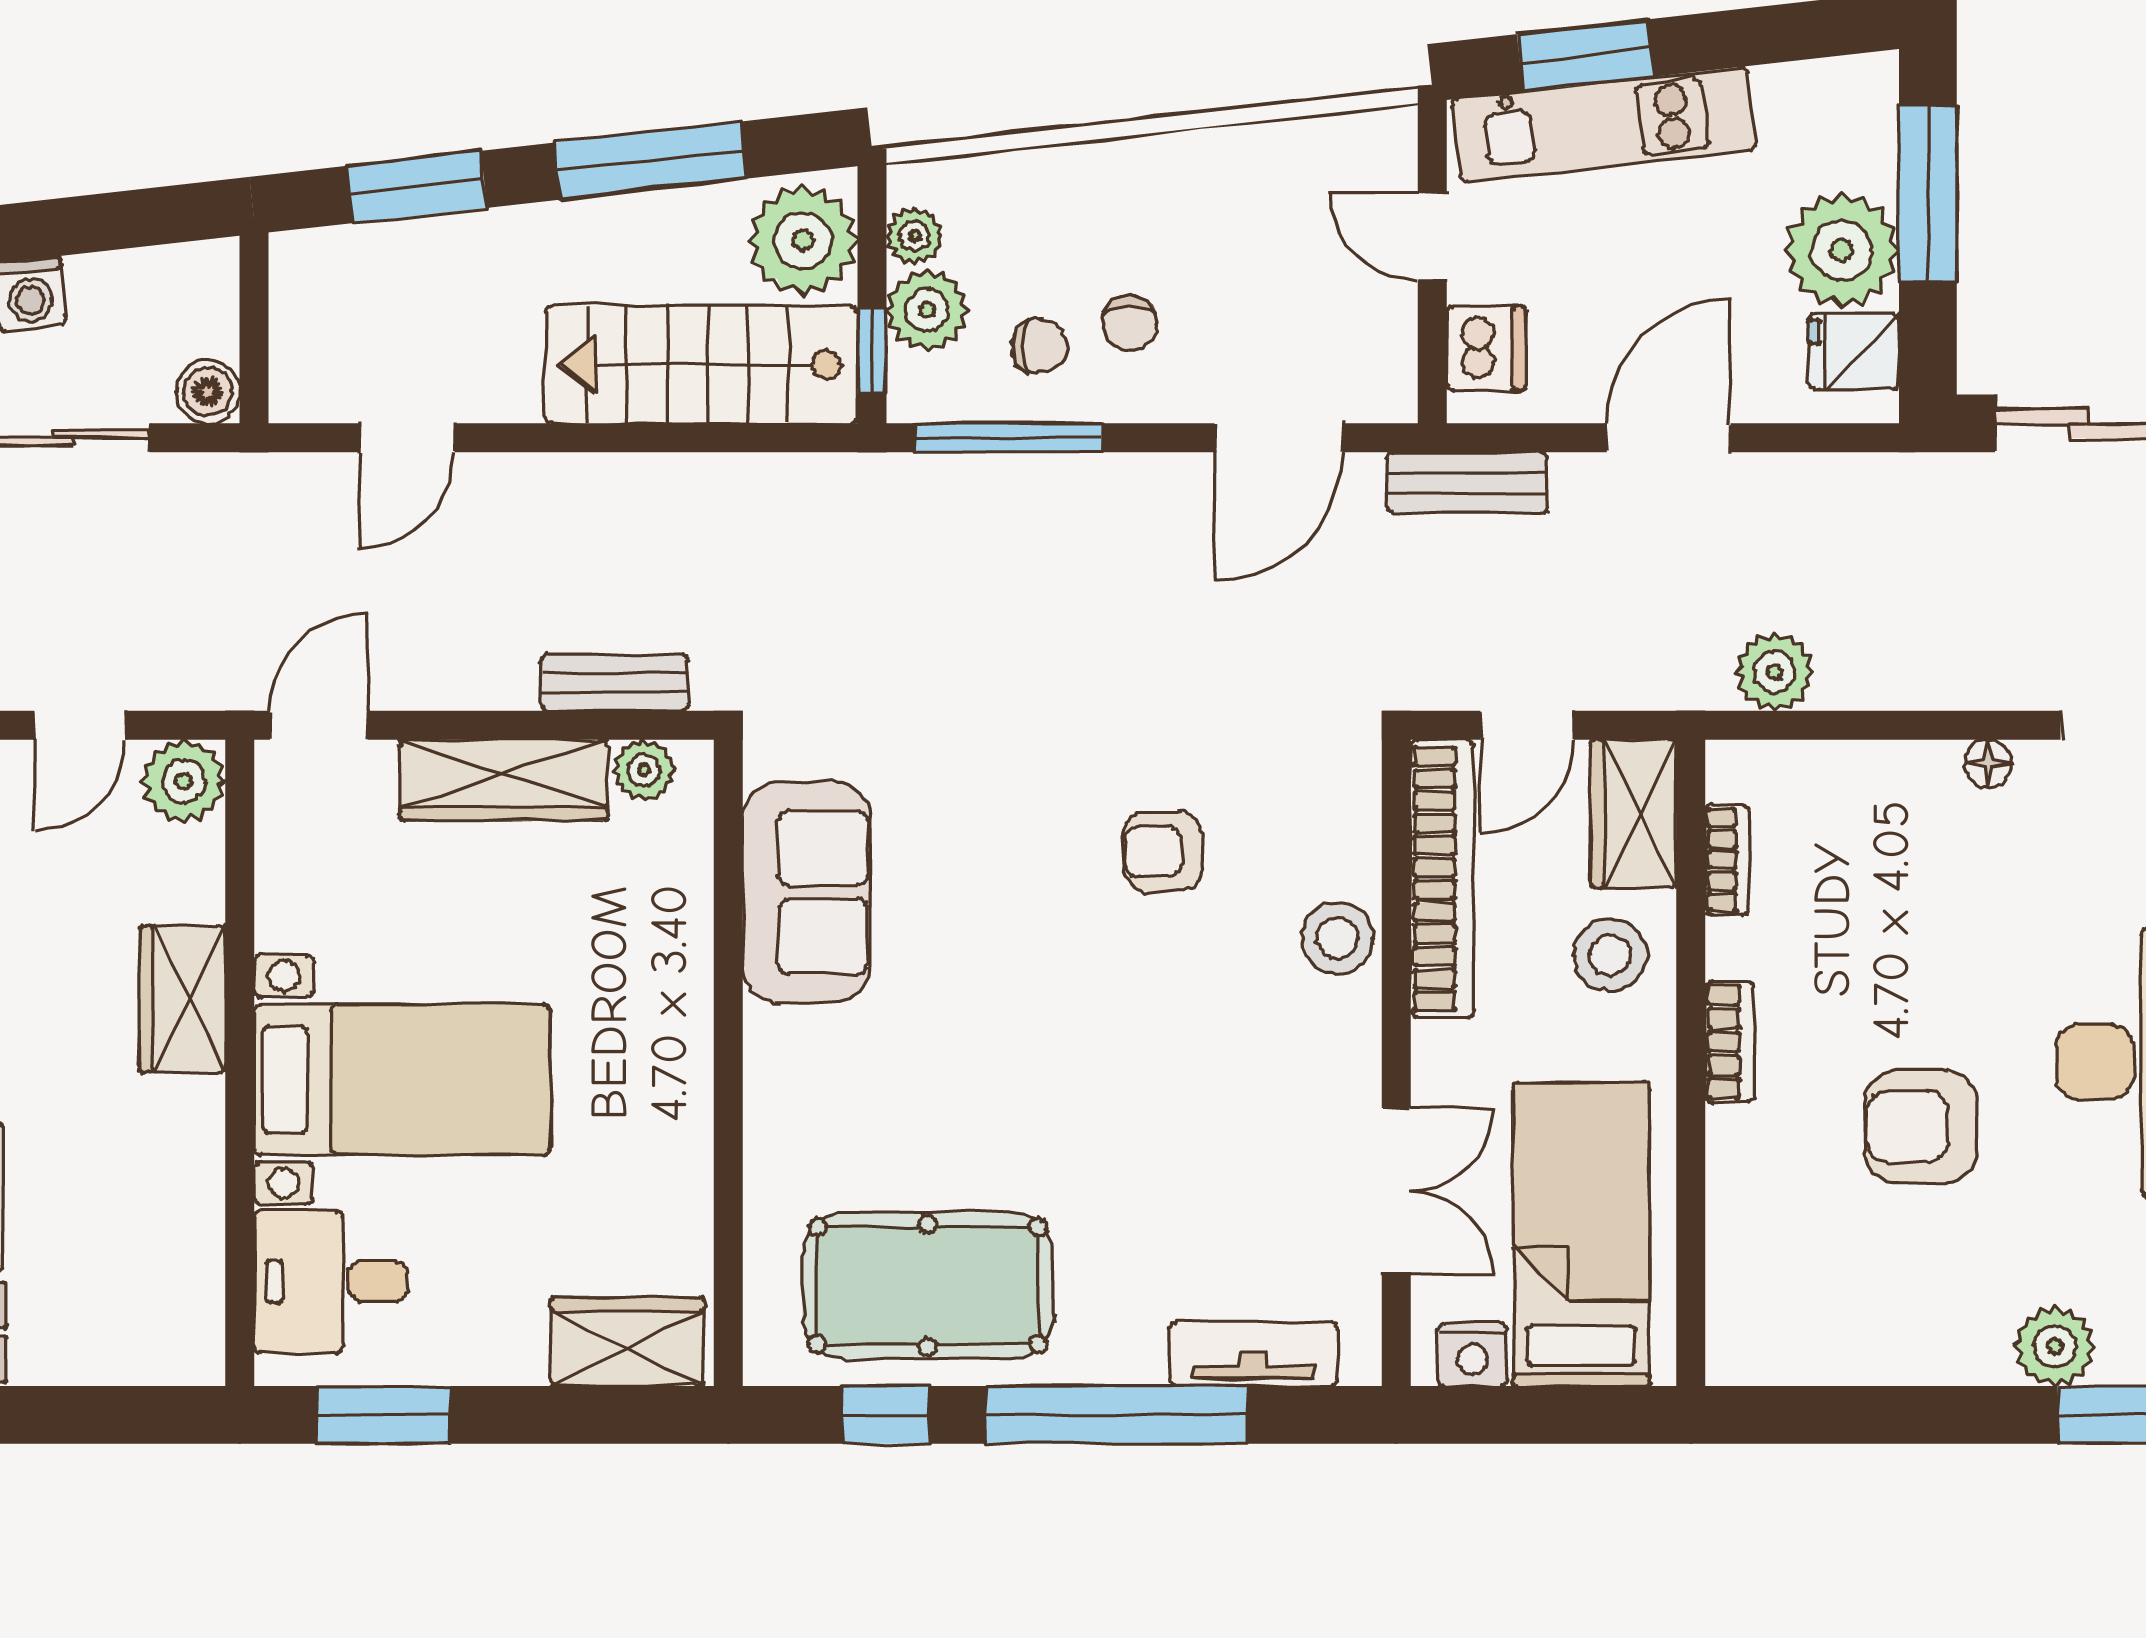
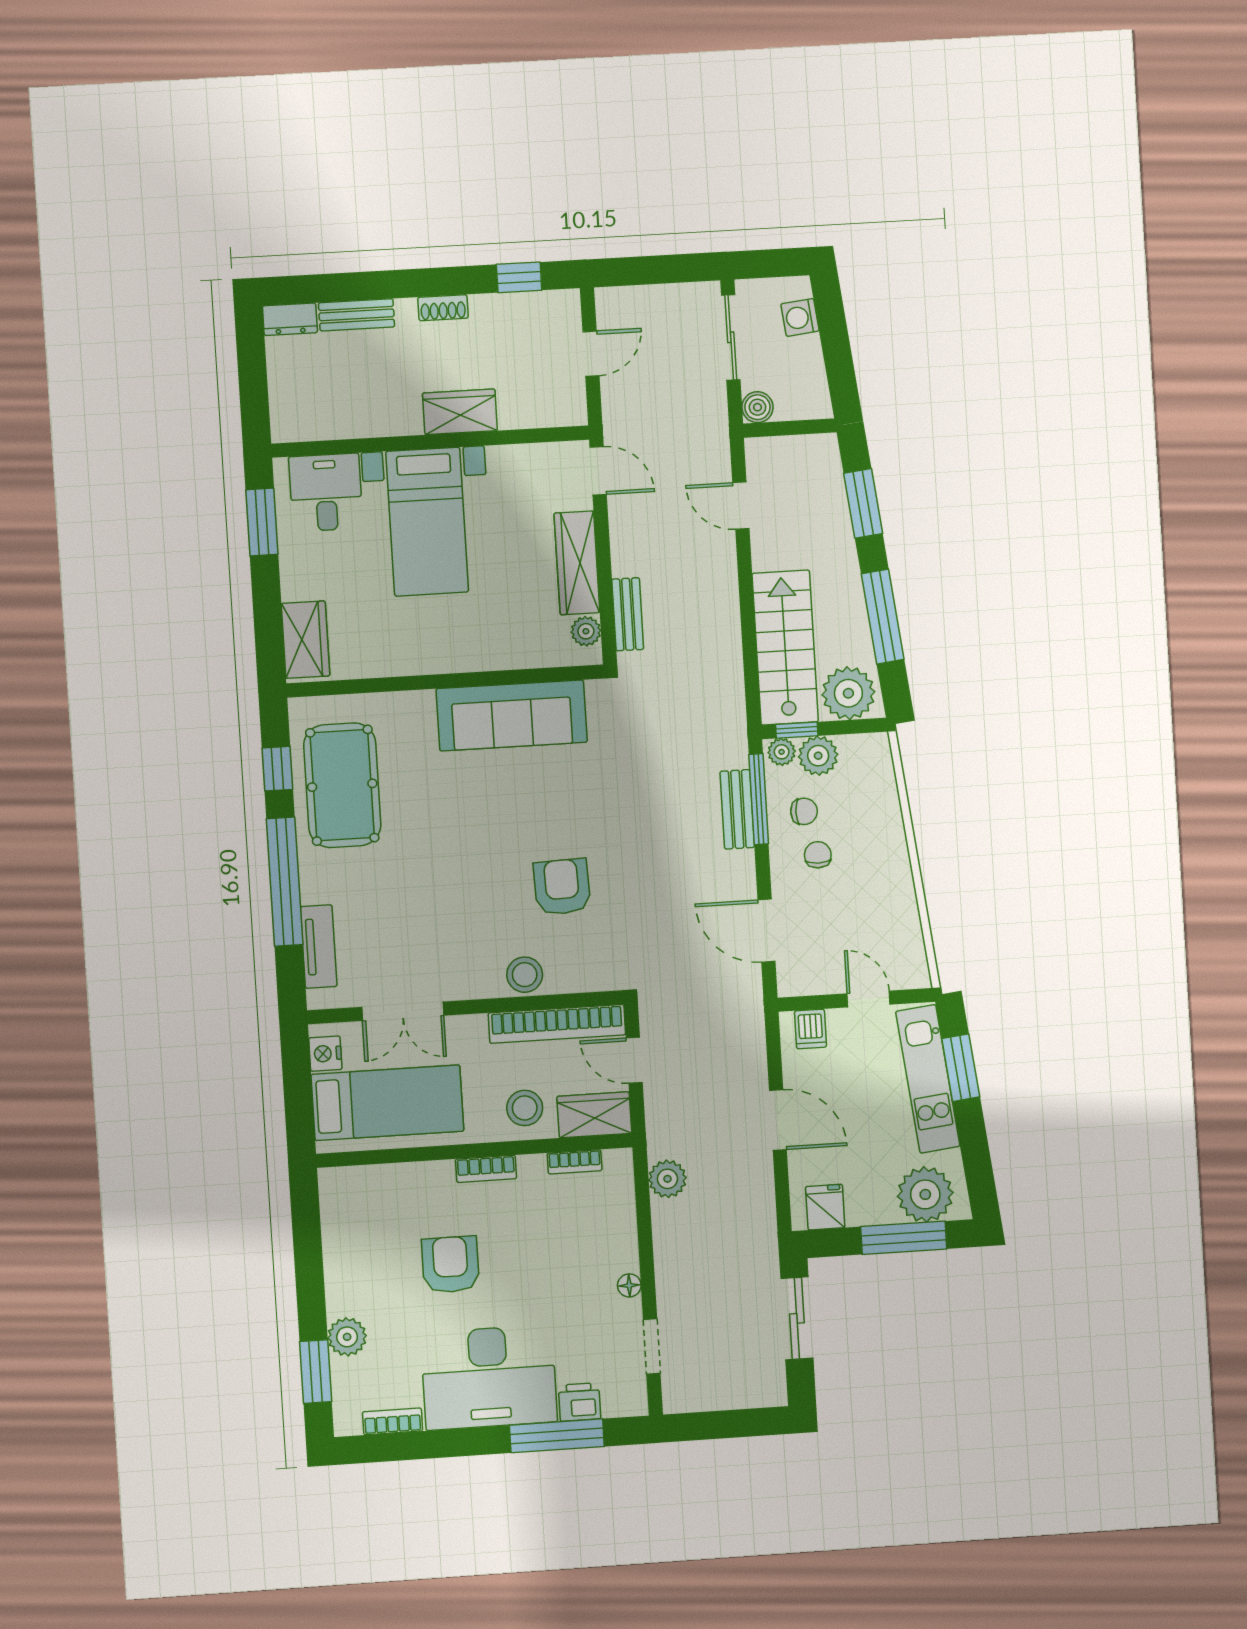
plant: (914, 236) -> (782, 752), moved
door: (1432, 237) -> (869, 999), hinge flipped
plant: (1842, 250) -> (925, 1194), moved
chair: (1130, 323) -> (818, 855), turned 90
chair: (1039, 346) -> (804, 811), turned -90
dishwasher: (1486, 348) -> (810, 1029), width x0.73
bench: (1467, 483) -> (737, 809), moved
door: (80, 725) -> (591, 354), swing flipped
plant: (184, 781) -> (567, 406), removed
armchair: (1163, 851) -> (562, 887), width x1.38, depth x1.38
sofa: (807, 892) -> (512, 715), width x1.36

